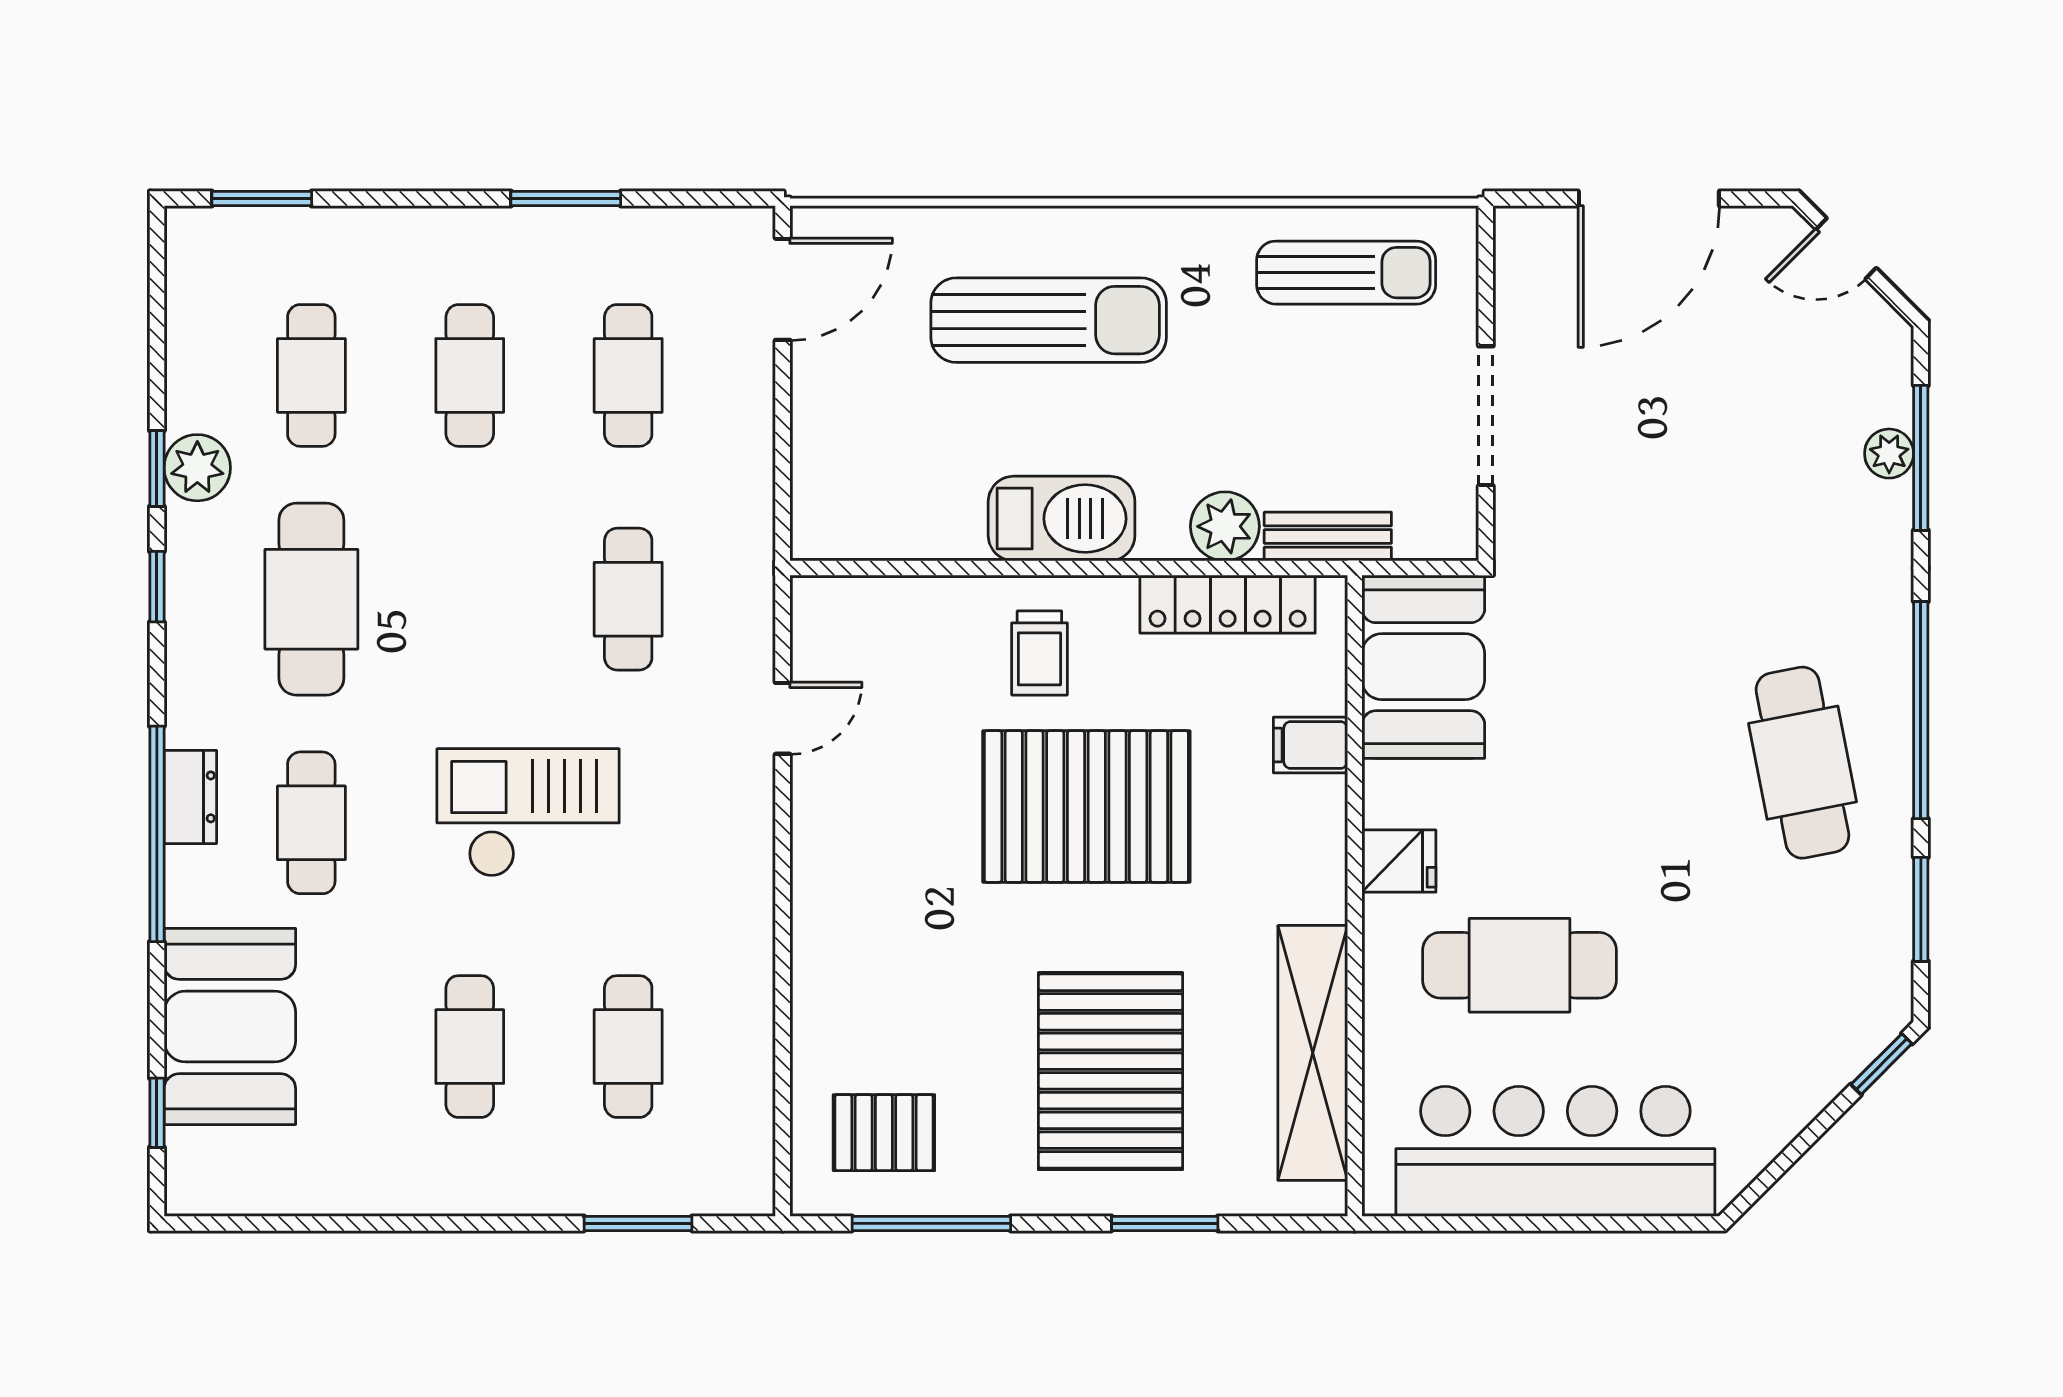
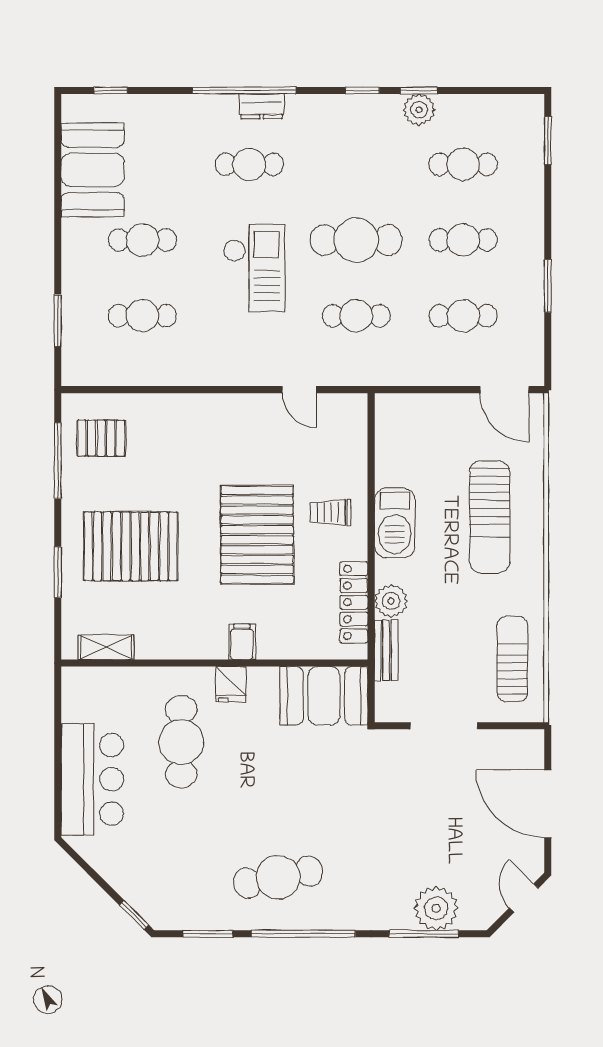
sun lounger: (1346, 273) -> (512, 659), turned 180
plant: (1889, 454) -> (436, 908), width x1.88, depth x1.88
cafe table: (311, 599) -> (356, 240), moved
filing cabinet: (1310, 745) -> (242, 642), moved
booth: (230, 1027) -> (93, 170), moved, turned 90
shelving: (1313, 1053) -> (106, 647), width x0.45, depth x0.75
pallet: (884, 1133) -> (101, 438), turned 90
bar counter: (1555, 1151) -> (92, 779), width x0.73

